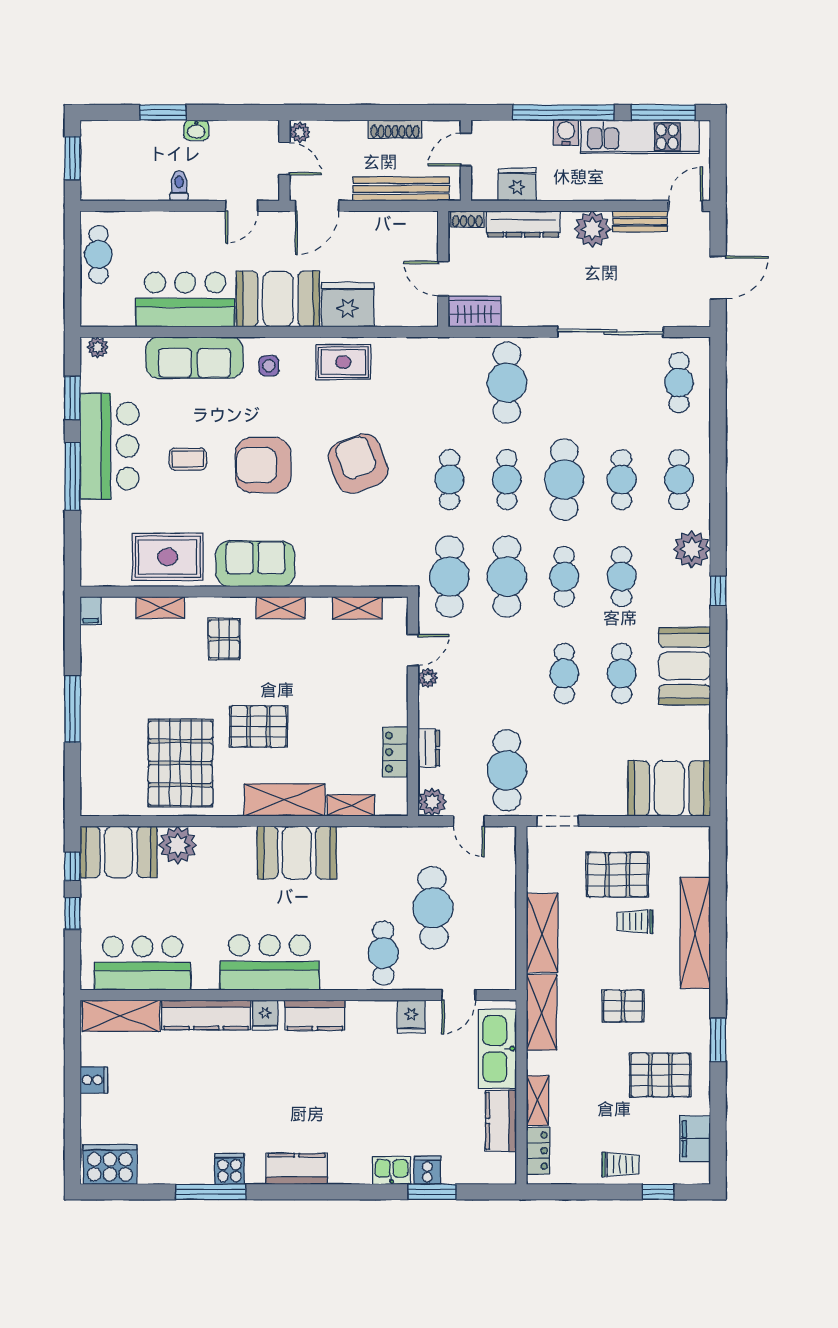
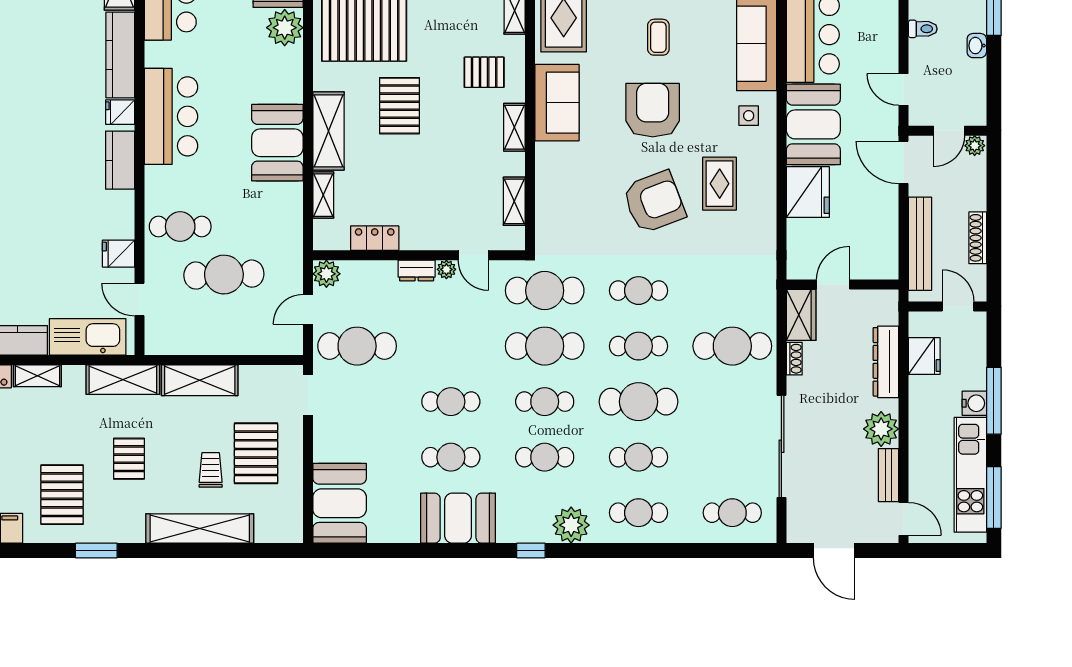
window: (563, 112) -> (994, 401), width x0.68
shoe rack: (467, 219) -> (794, 359), moved, turned 180
rug: (343, 362) -> (720, 184), moved
dresser: (429, 748) -> (417, 270), moved

